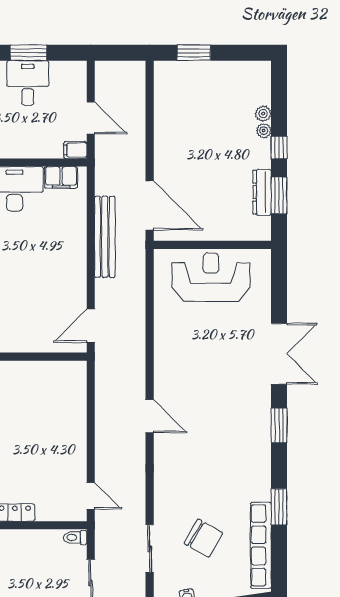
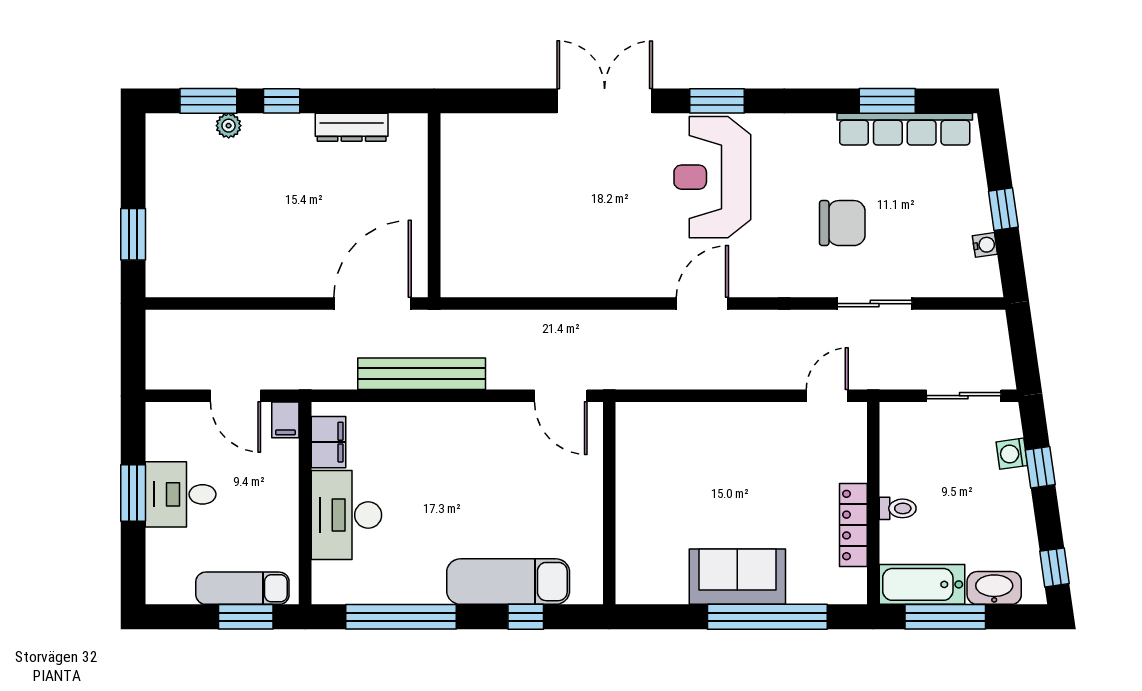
door: (91, 118) -> (235, 396), swing flipped
plant: (264, 131) -> (255, 125), removed
window: (279, 195) -> (208, 101), moved
reception desk: (211, 277) -> (712, 177), moved
window: (279, 507) -> (887, 101), moved
toilet: (75, 538) -> (898, 508), moved, turned -90
chair: (203, 538) -> (842, 223), moved, turned 60
sliding door: (150, 549) -> (875, 304), moved

